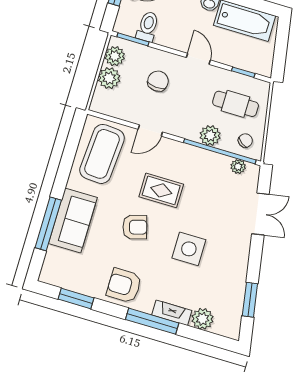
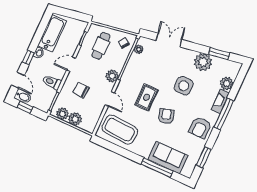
toilet: (148, 27) -> (52, 82), moved
plant: (210, 135) -> (112, 76), moved
sofa: (73, 220) -> (168, 158), moved
plant: (232, 275) -> (203, 62), added

